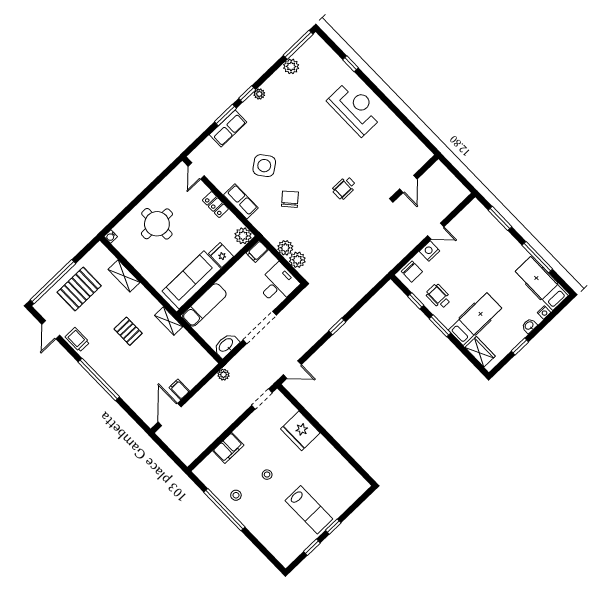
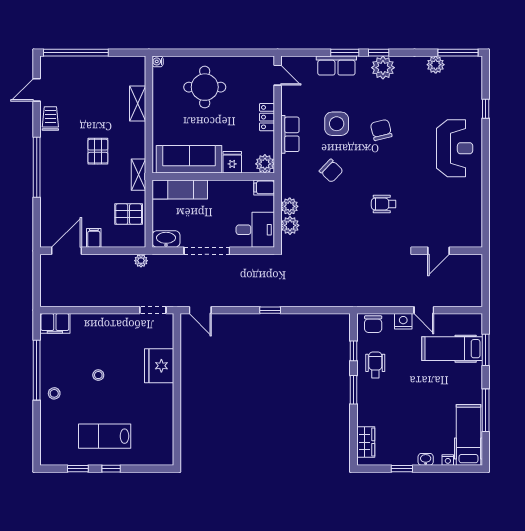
plant: (259, 94) -> (383, 68), width x1.87, depth x1.87
chair: (297, 142) -> (381, 130), added
side table: (264, 166) -> (337, 124), turned 37
door: (196, 171) -> (278, 75), swing flipped
chair: (290, 199) -> (331, 171), turned 86
pallet: (79, 289) -> (129, 214), moved, width x0.67, depth x0.71
hospital bed: (475, 319) -> (452, 349), moved, turned 180
filing cabinet: (228, 448) -> (55, 323), moved
stool: (236, 495) -> (54, 393), moved
lab bench: (309, 510) -> (105, 436), turned 90

